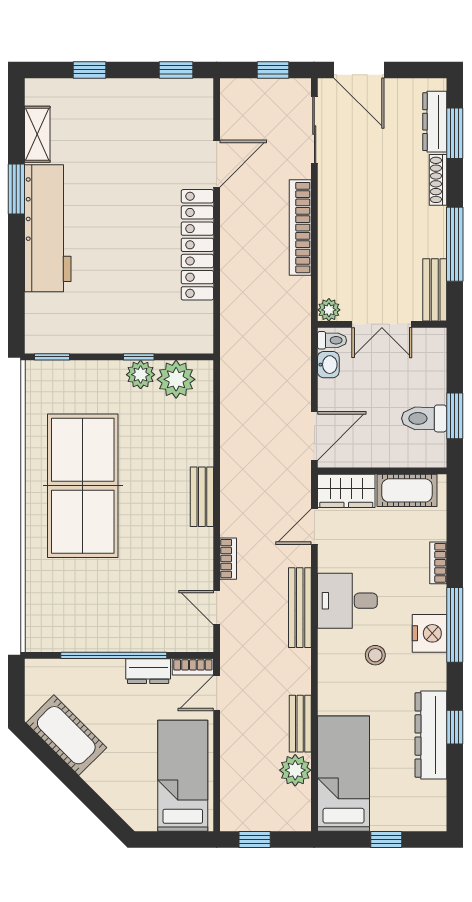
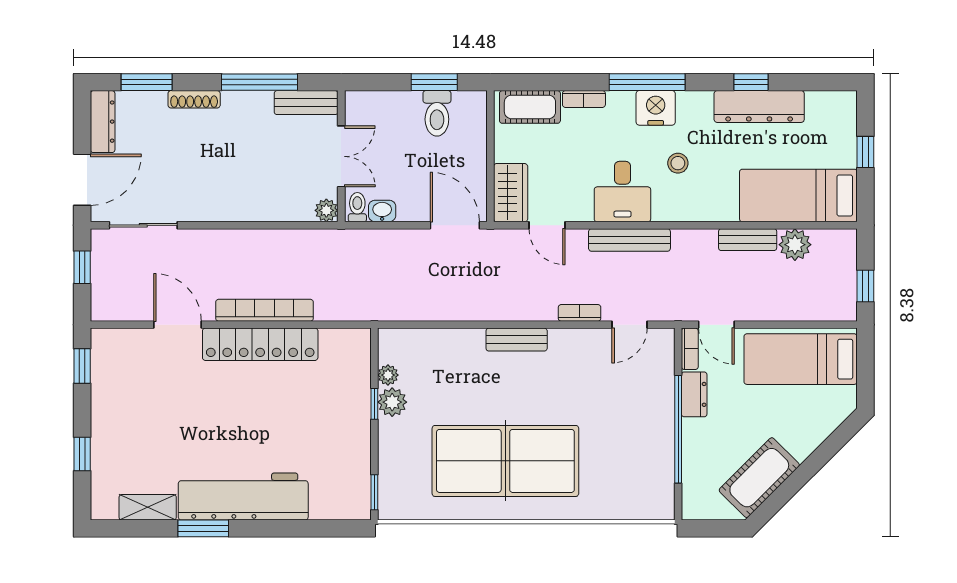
dresser: (435, 122) -> (103, 122), moved, turned -90
bookcase: (300, 228) -> (265, 310), moved, turned 180
plant: (176, 379) -> (388, 375), width x0.53, depth x0.53
cot: (407, 490) -> (530, 107), moved, turned 90

